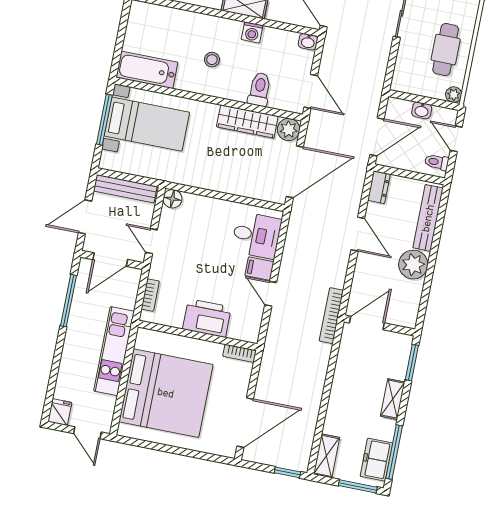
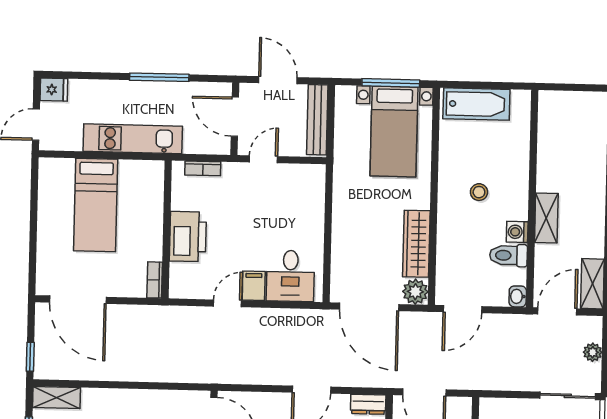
bathtub: (147, 70) -> (476, 104), moved, turned 90
toilet: (260, 89) -> (509, 255), moved, turned 180
floor lamp: (172, 199) -> (315, 175), removed
window: (69, 301) -> (159, 77), moved
bookcase: (331, 316) -> (215, 376), removed
bed: (166, 393) -> (96, 205), width x0.49

